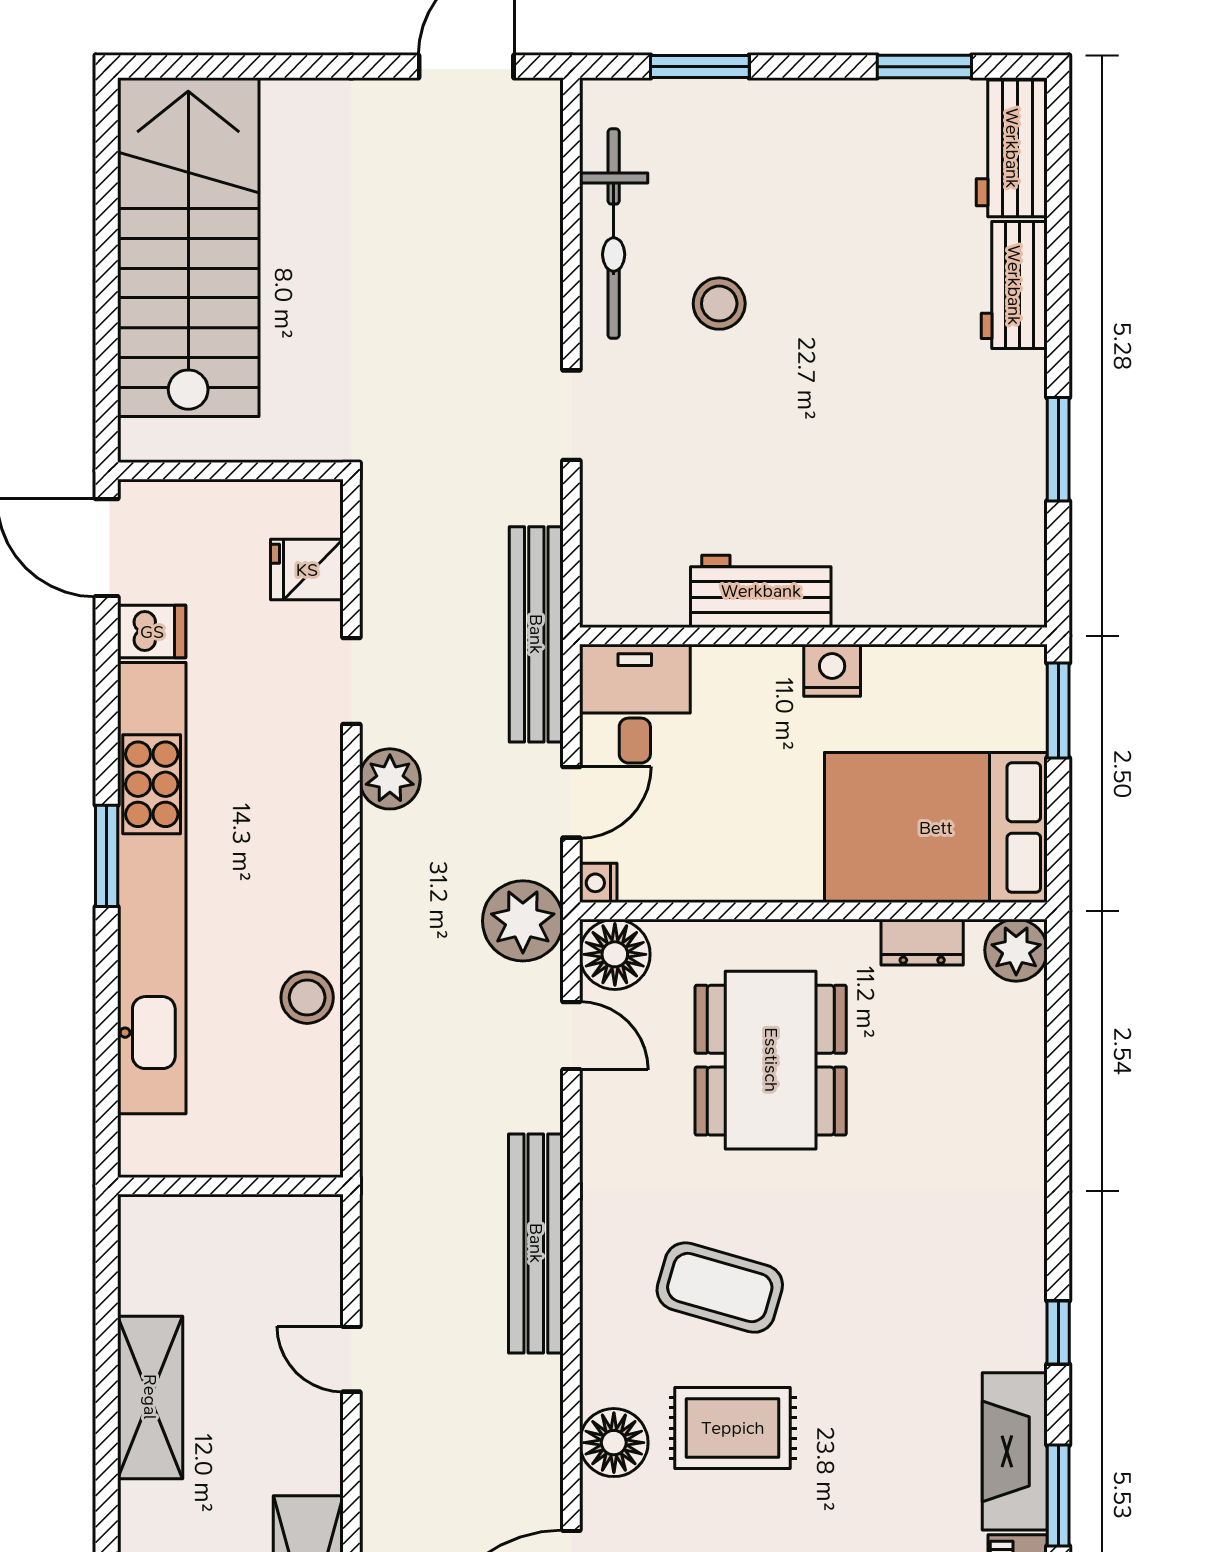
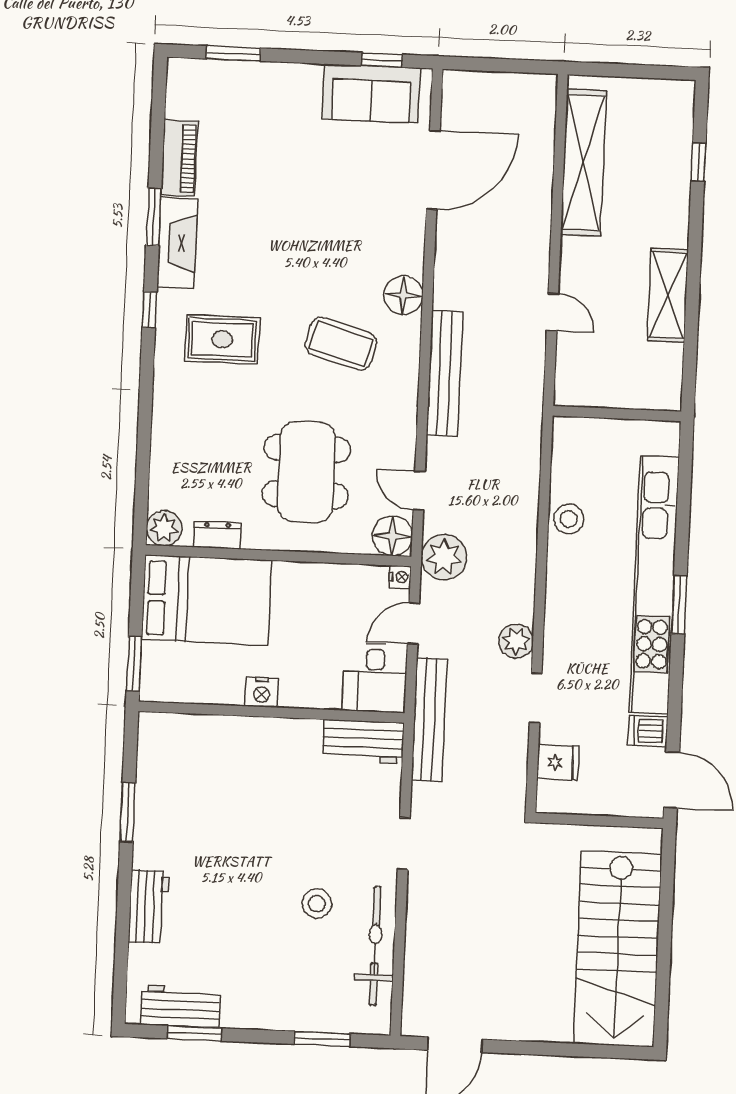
workbench: (1012, 148) -> (180, 1006), moved, turned -90
workbench: (761, 591) -> (364, 742), moved
rug: (733, 1428) -> (222, 339), moved
floor lamp: (614, 1443) -> (404, 295), moved

